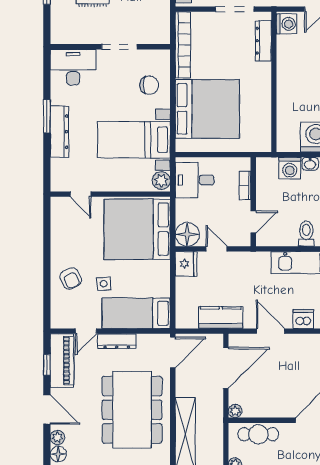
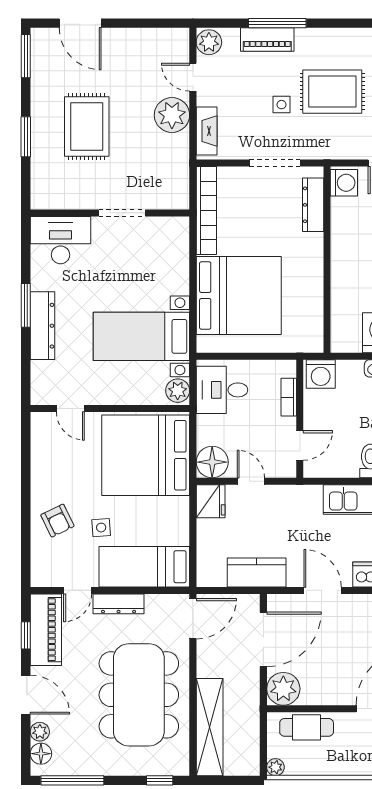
chair: (149, 85) -> (162, 264), removed
washing machine: (290, 168) -> (321, 374), moved
plant: (235, 411) -> (283, 689), width x1.88, depth x1.88

